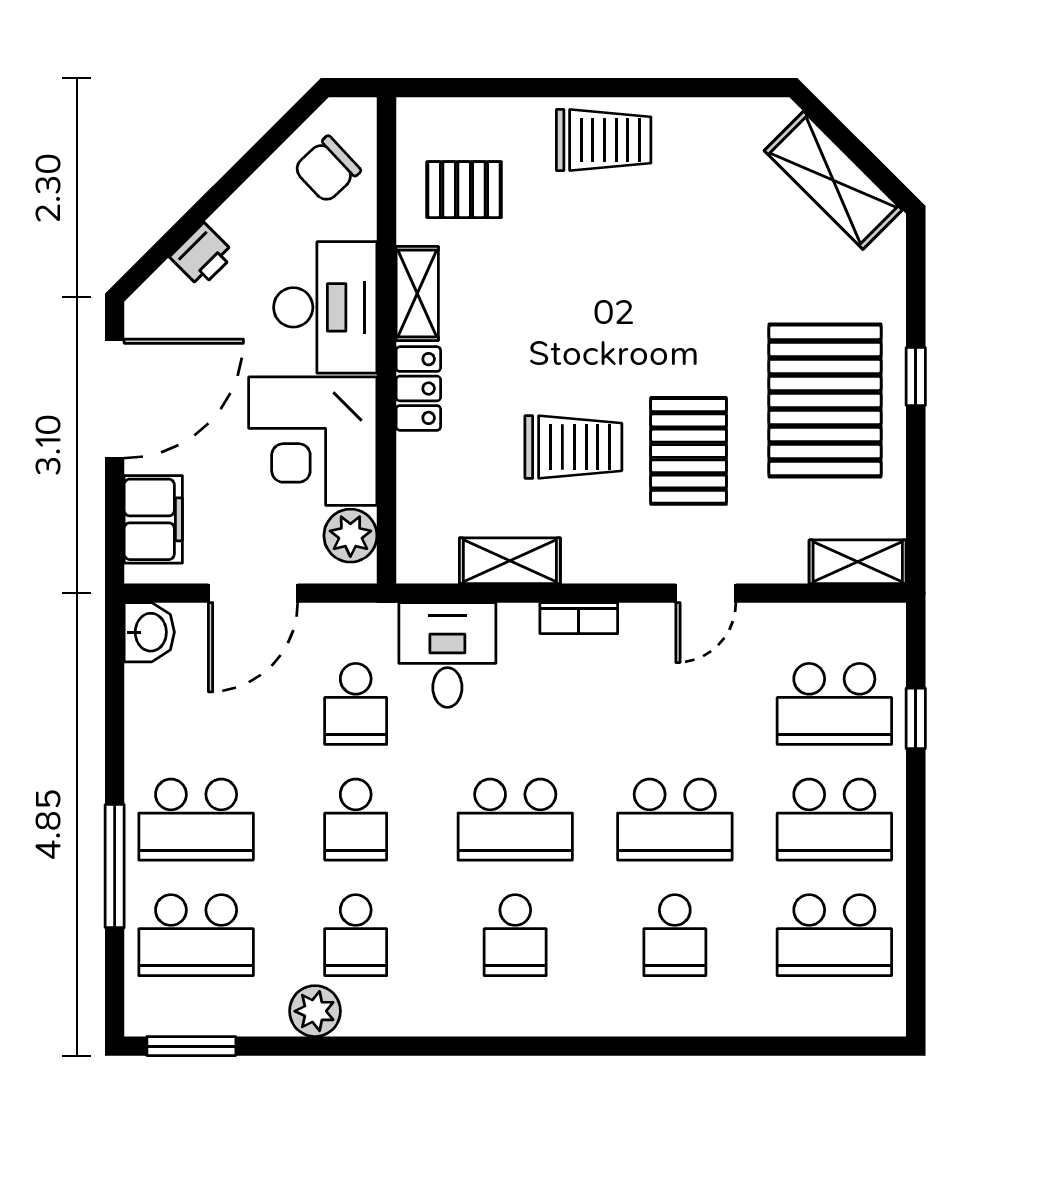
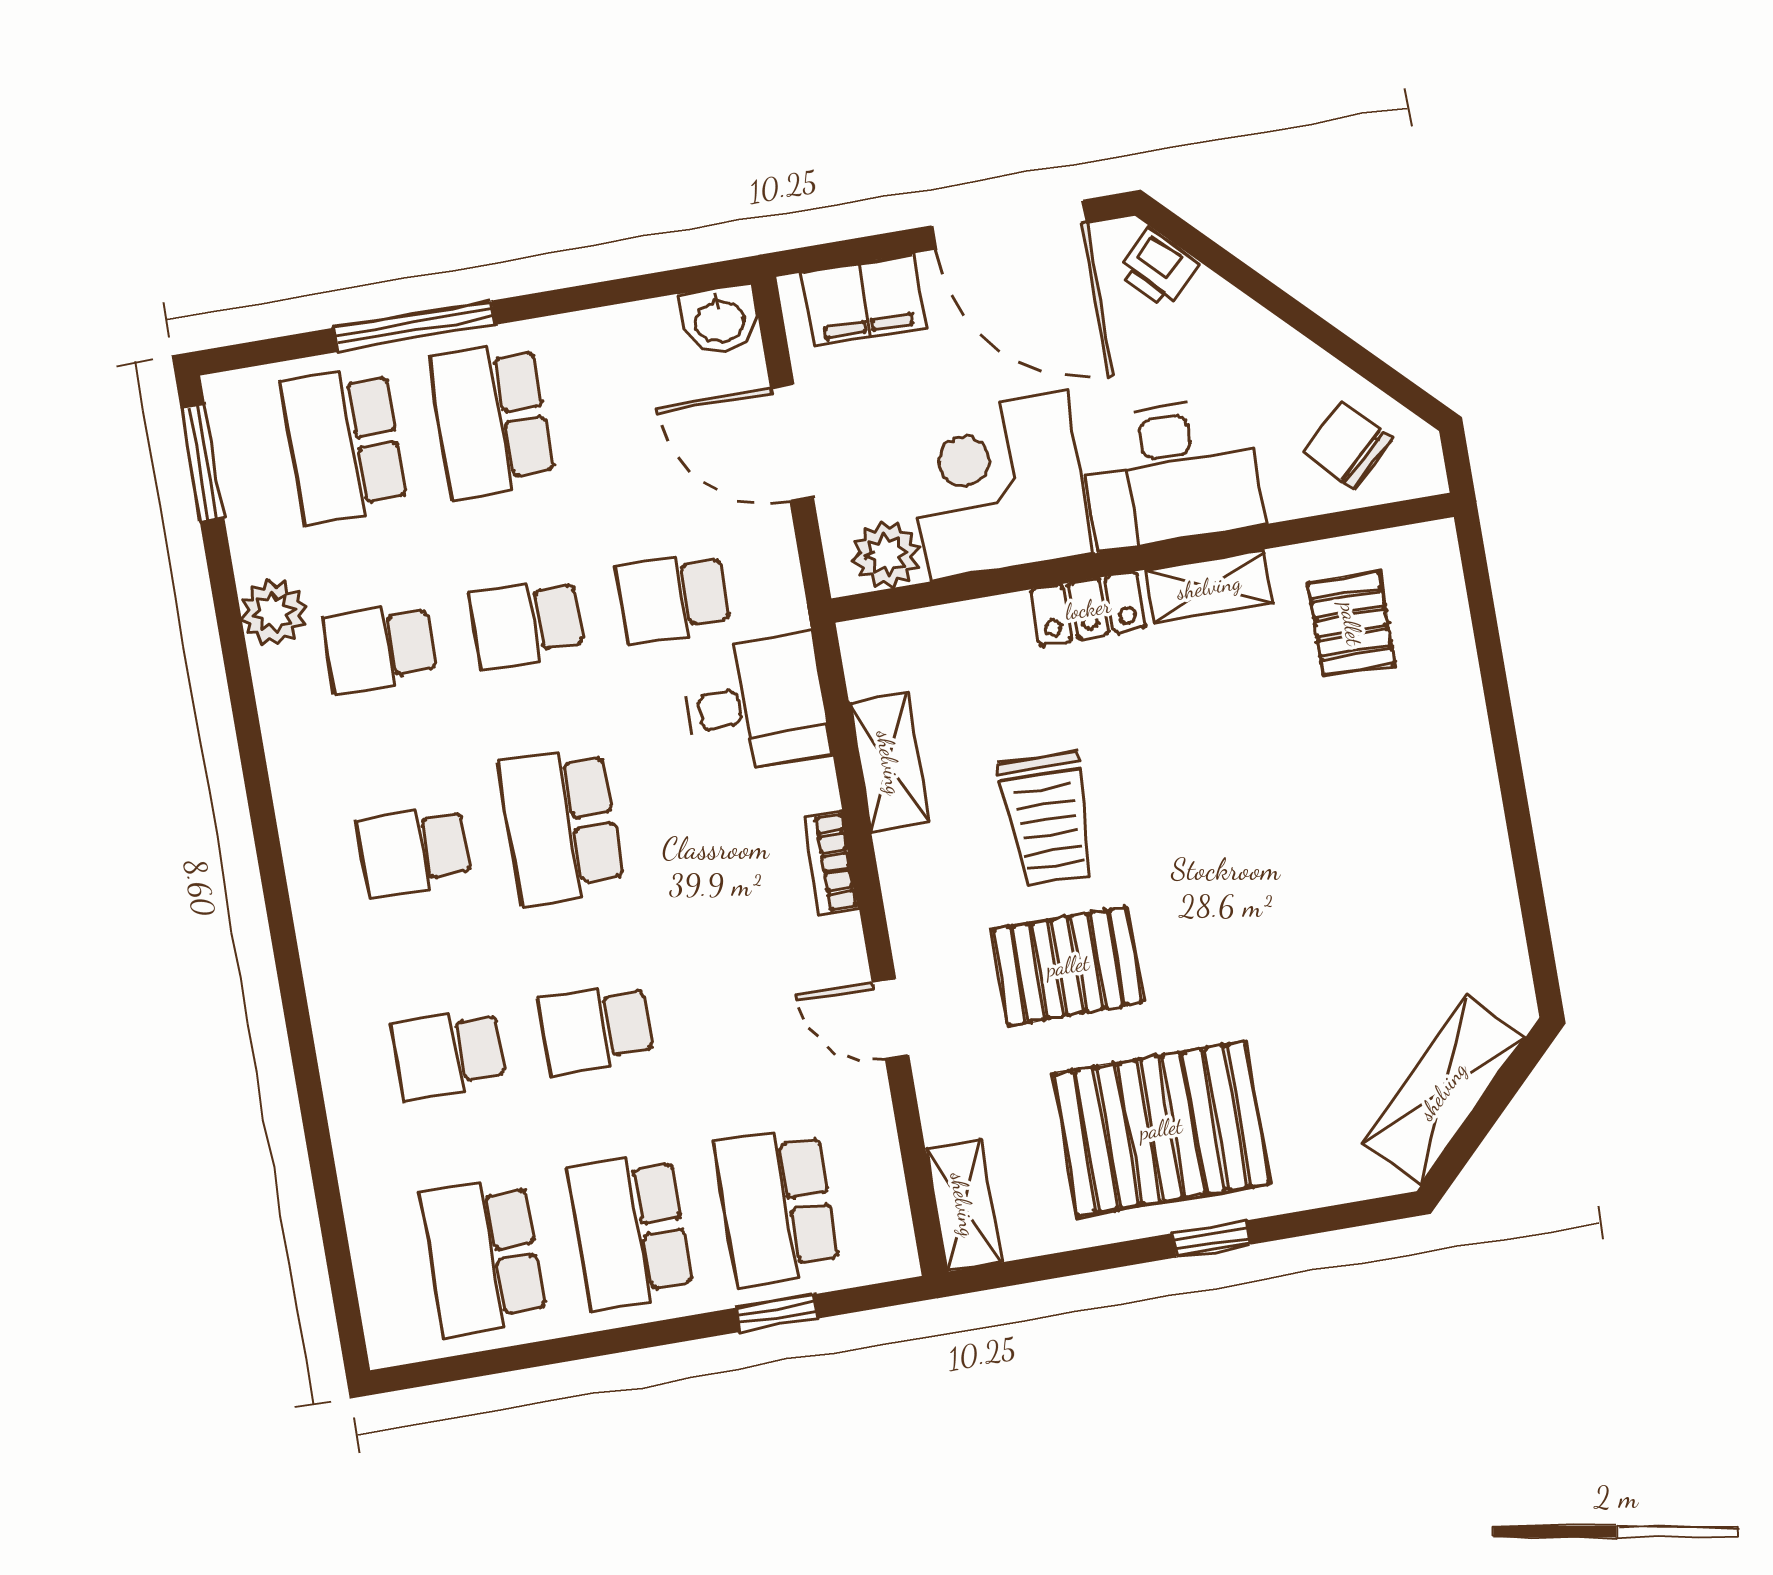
trolley: (604, 140) -> (1445, 790), removed
printer: (202, 255) -> (1158, 267), moved
school desk: (675, 820) -> (596, 1029), width x0.54

